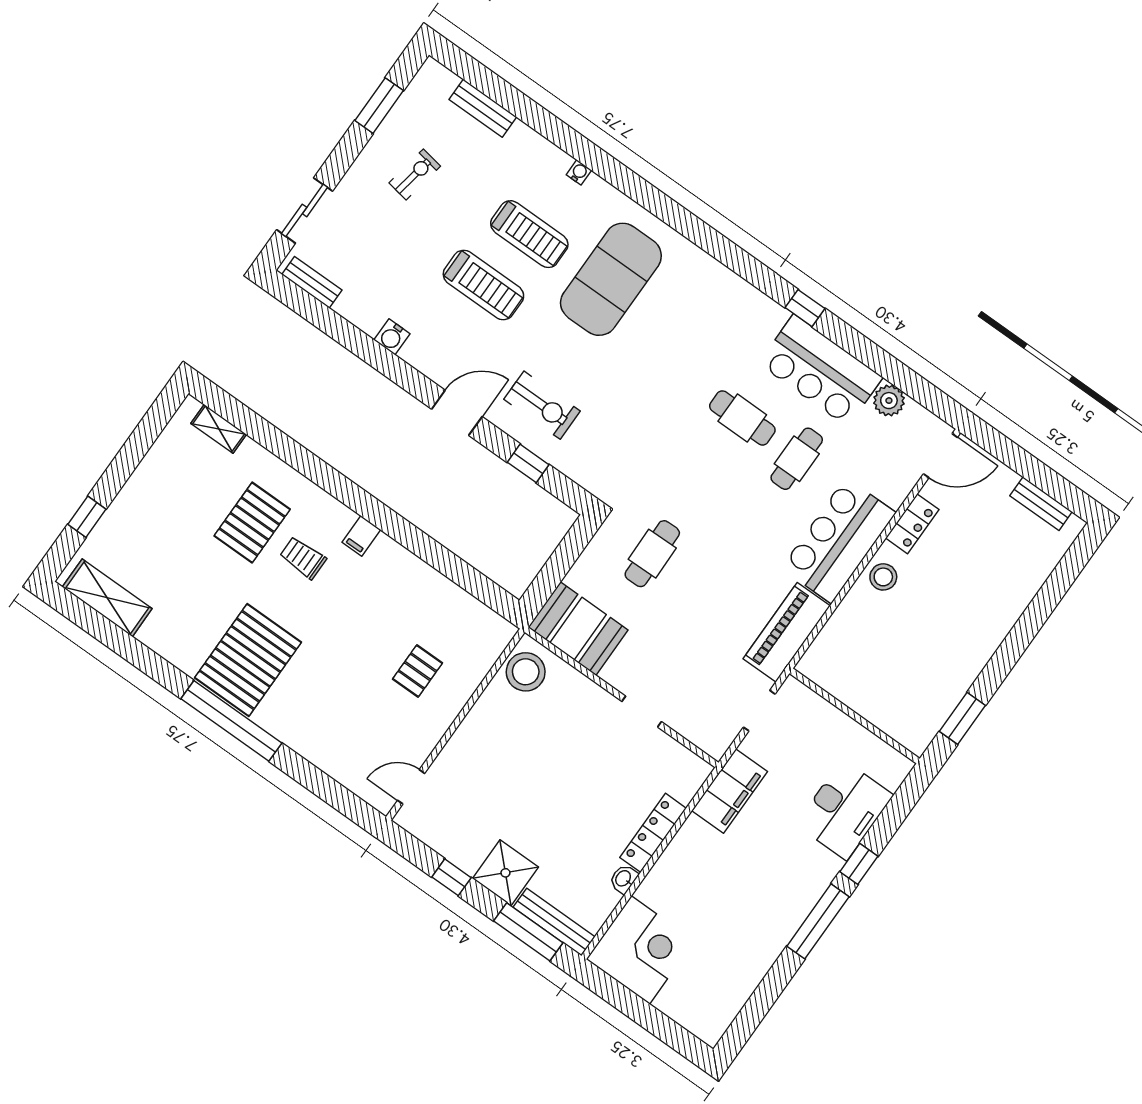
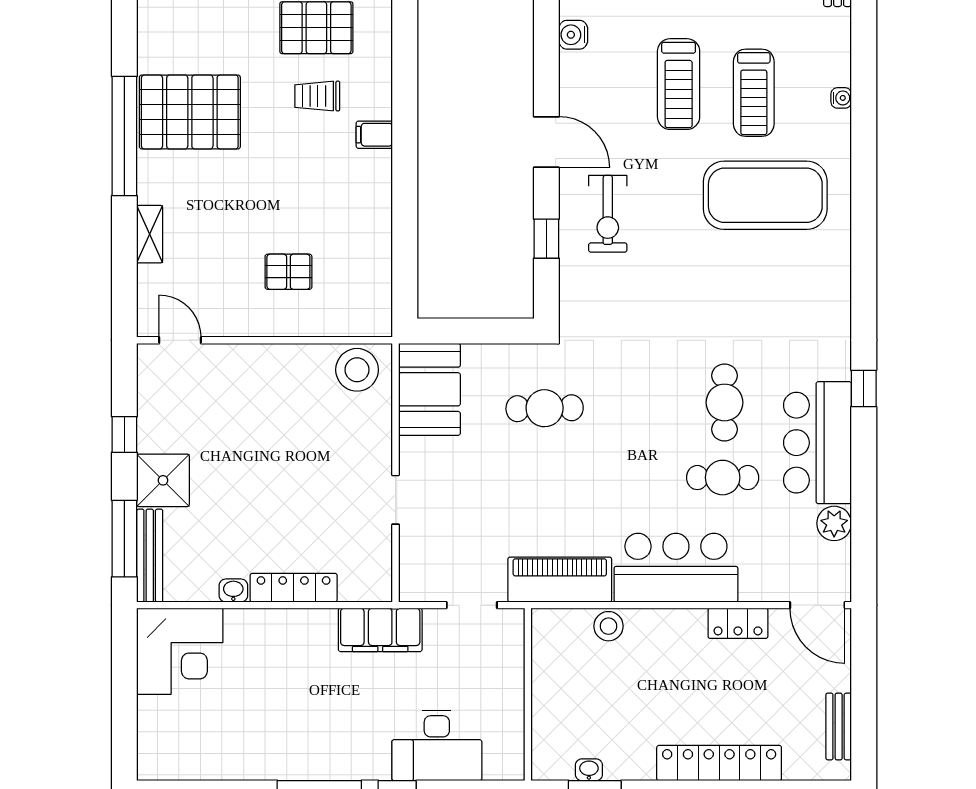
trolley: (303, 558) -> (317, 96), turned -90
stool: (883, 577) -> (608, 626), moved
locker: (1005, 611) -> (719, 763), added
washbasin: (942, 710) -> (589, 770), added
shelving: (317, 754) -> (150, 234), added

